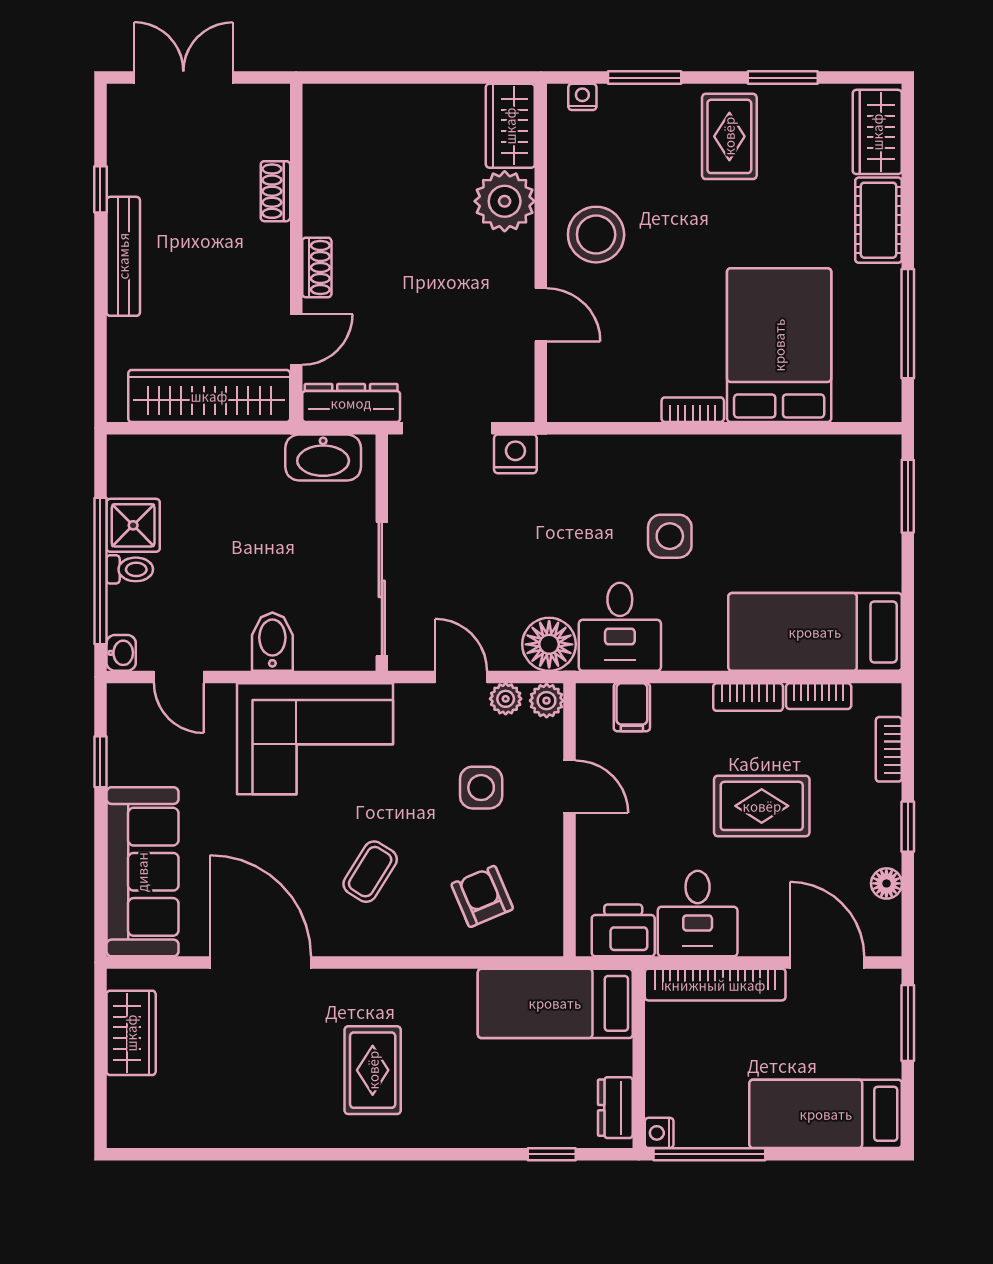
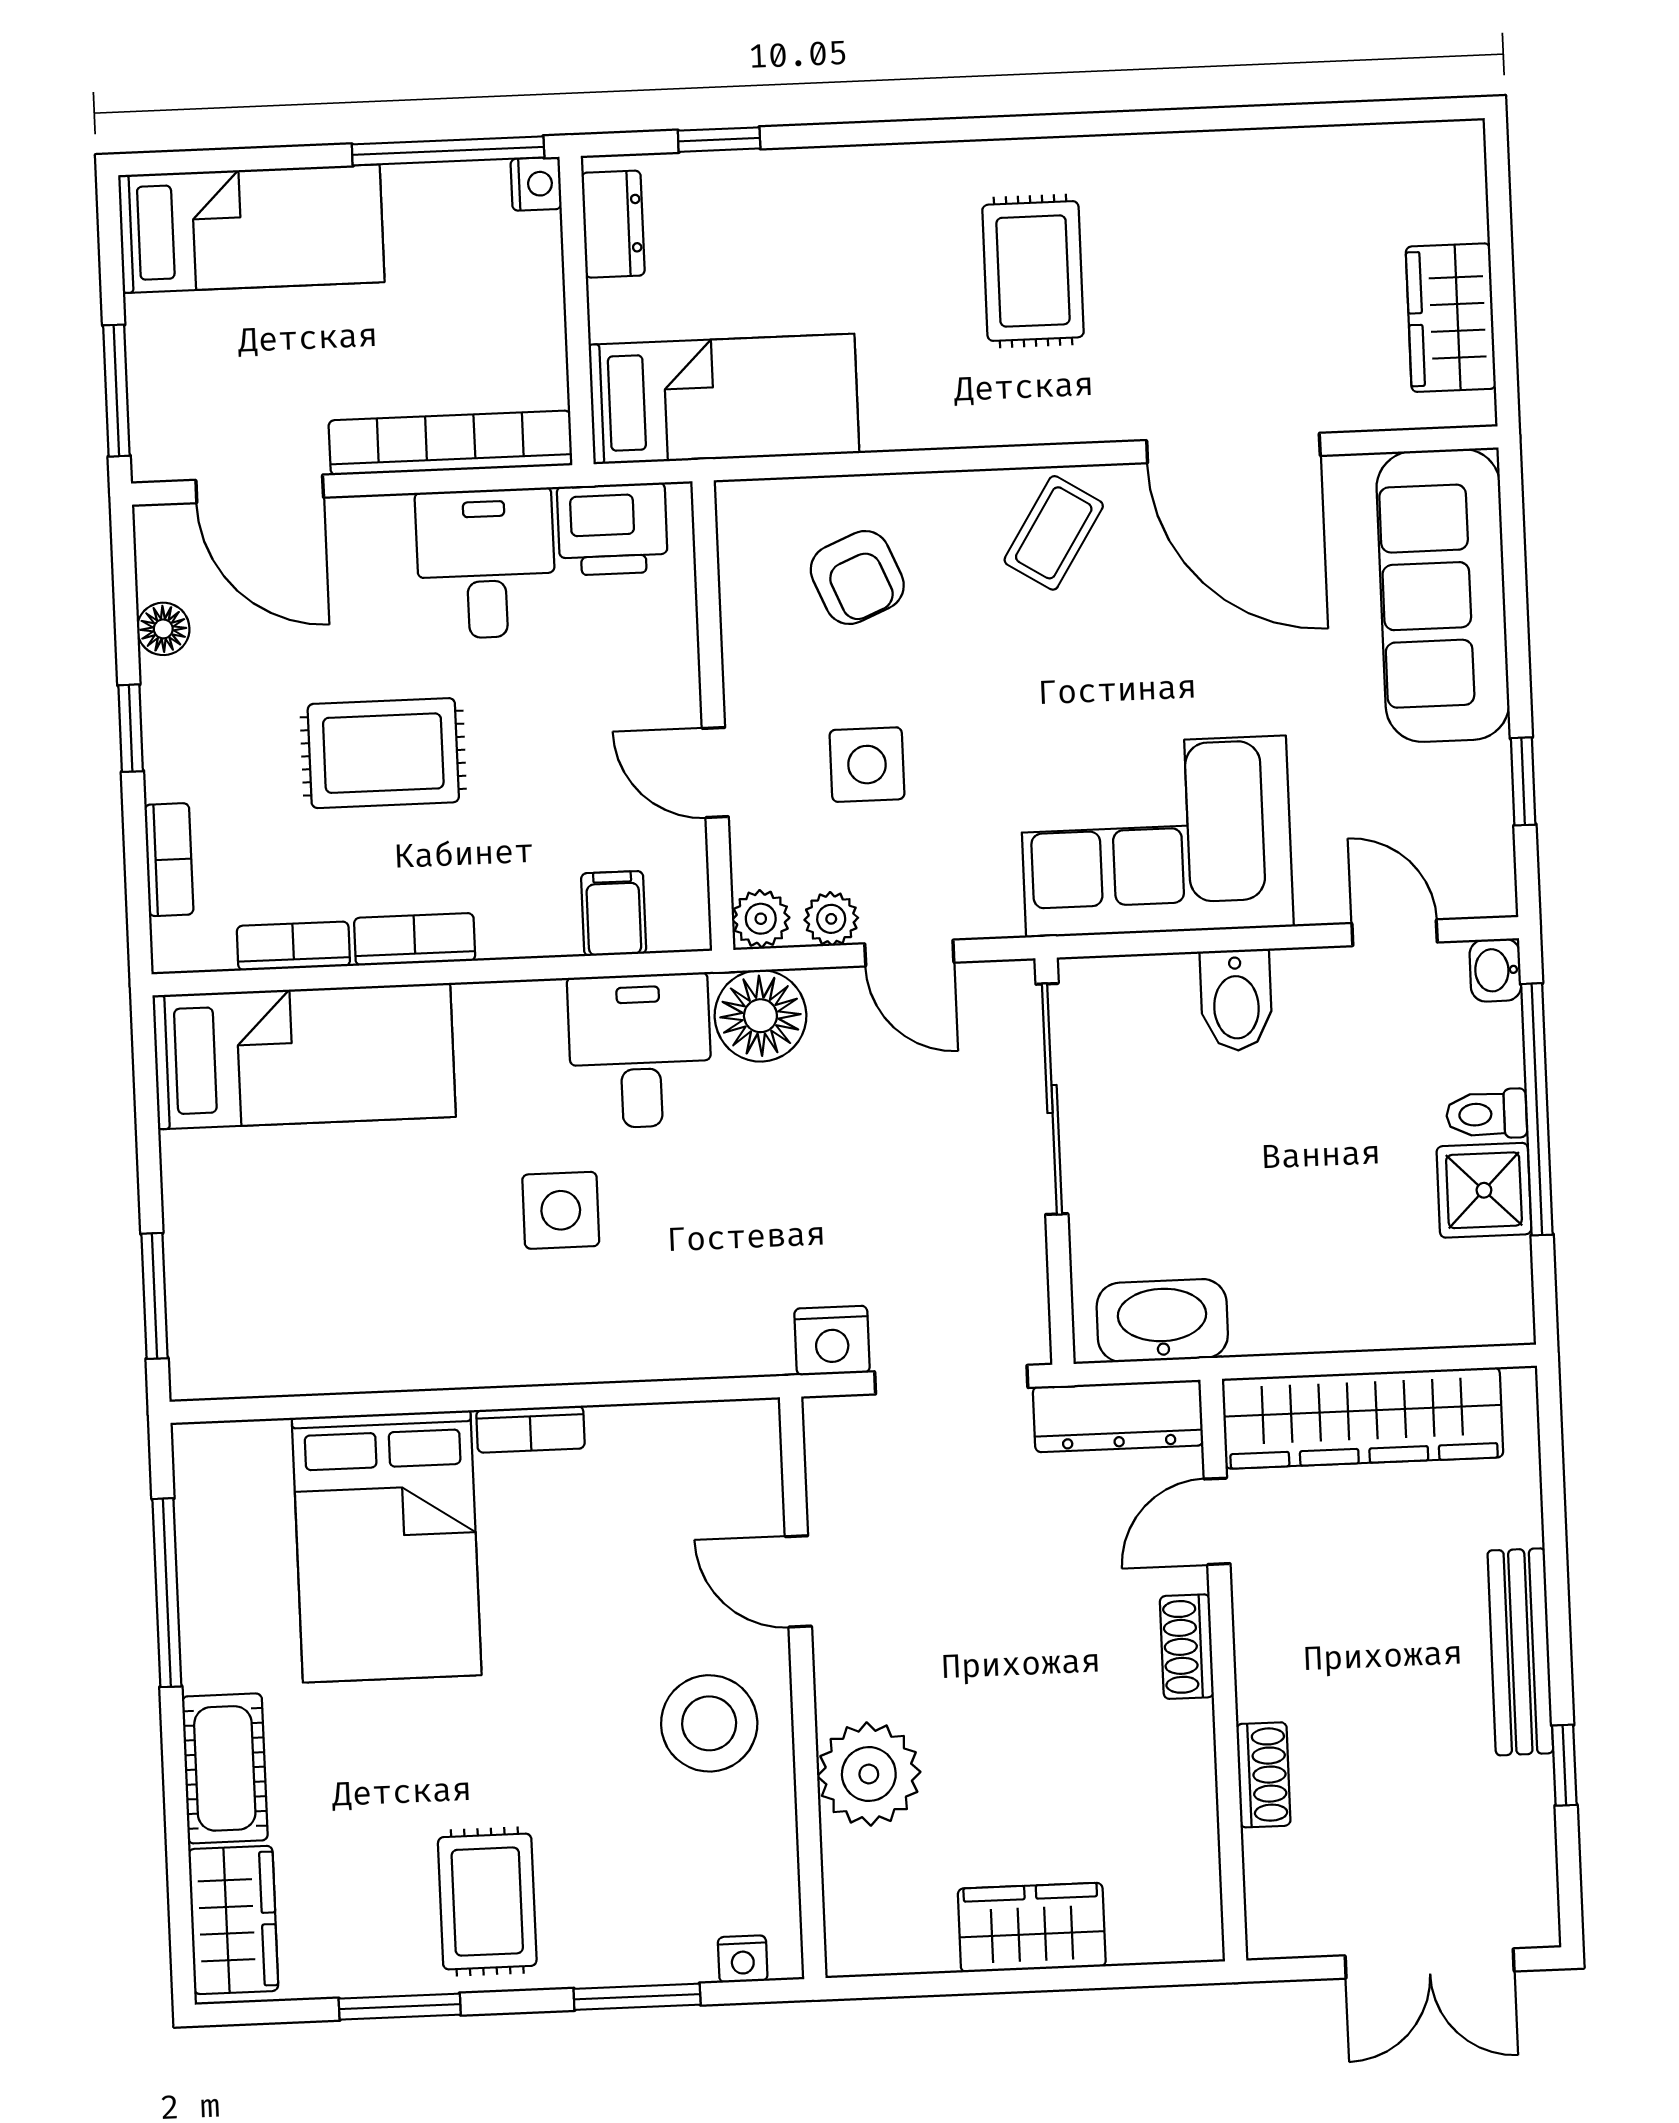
wardrobe: (510, 126) -> (1032, 1928), moved, turned -90
coffee table: (370, 872) -> (1054, 533), moved

